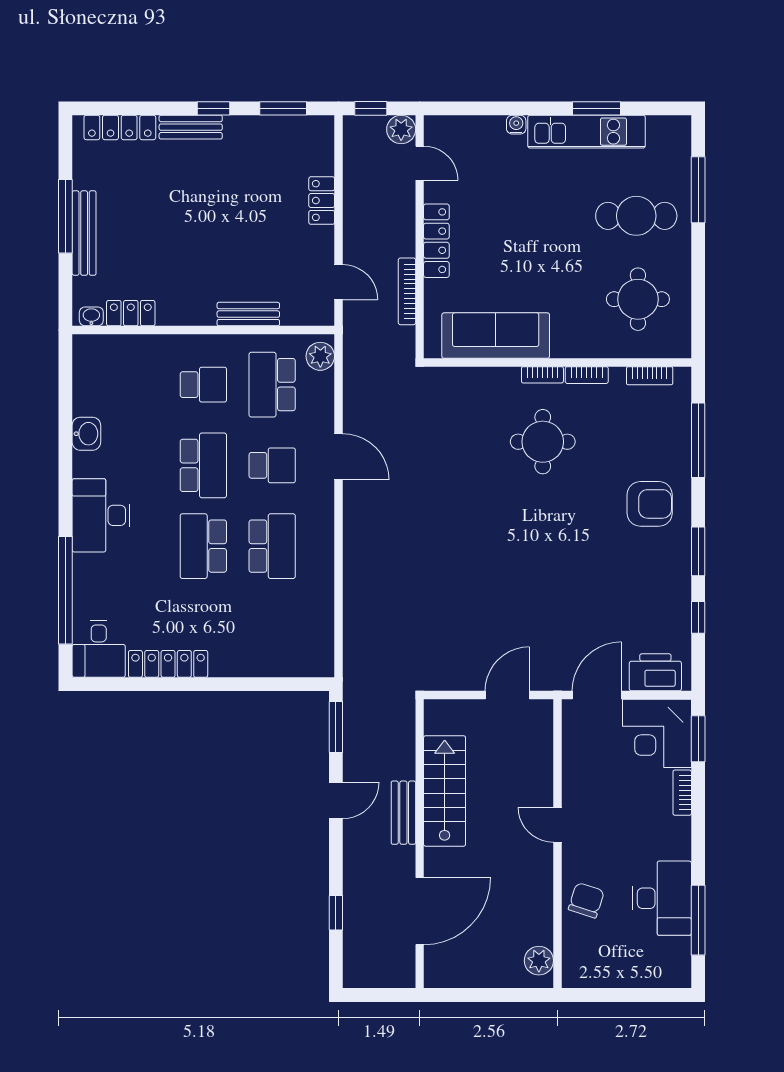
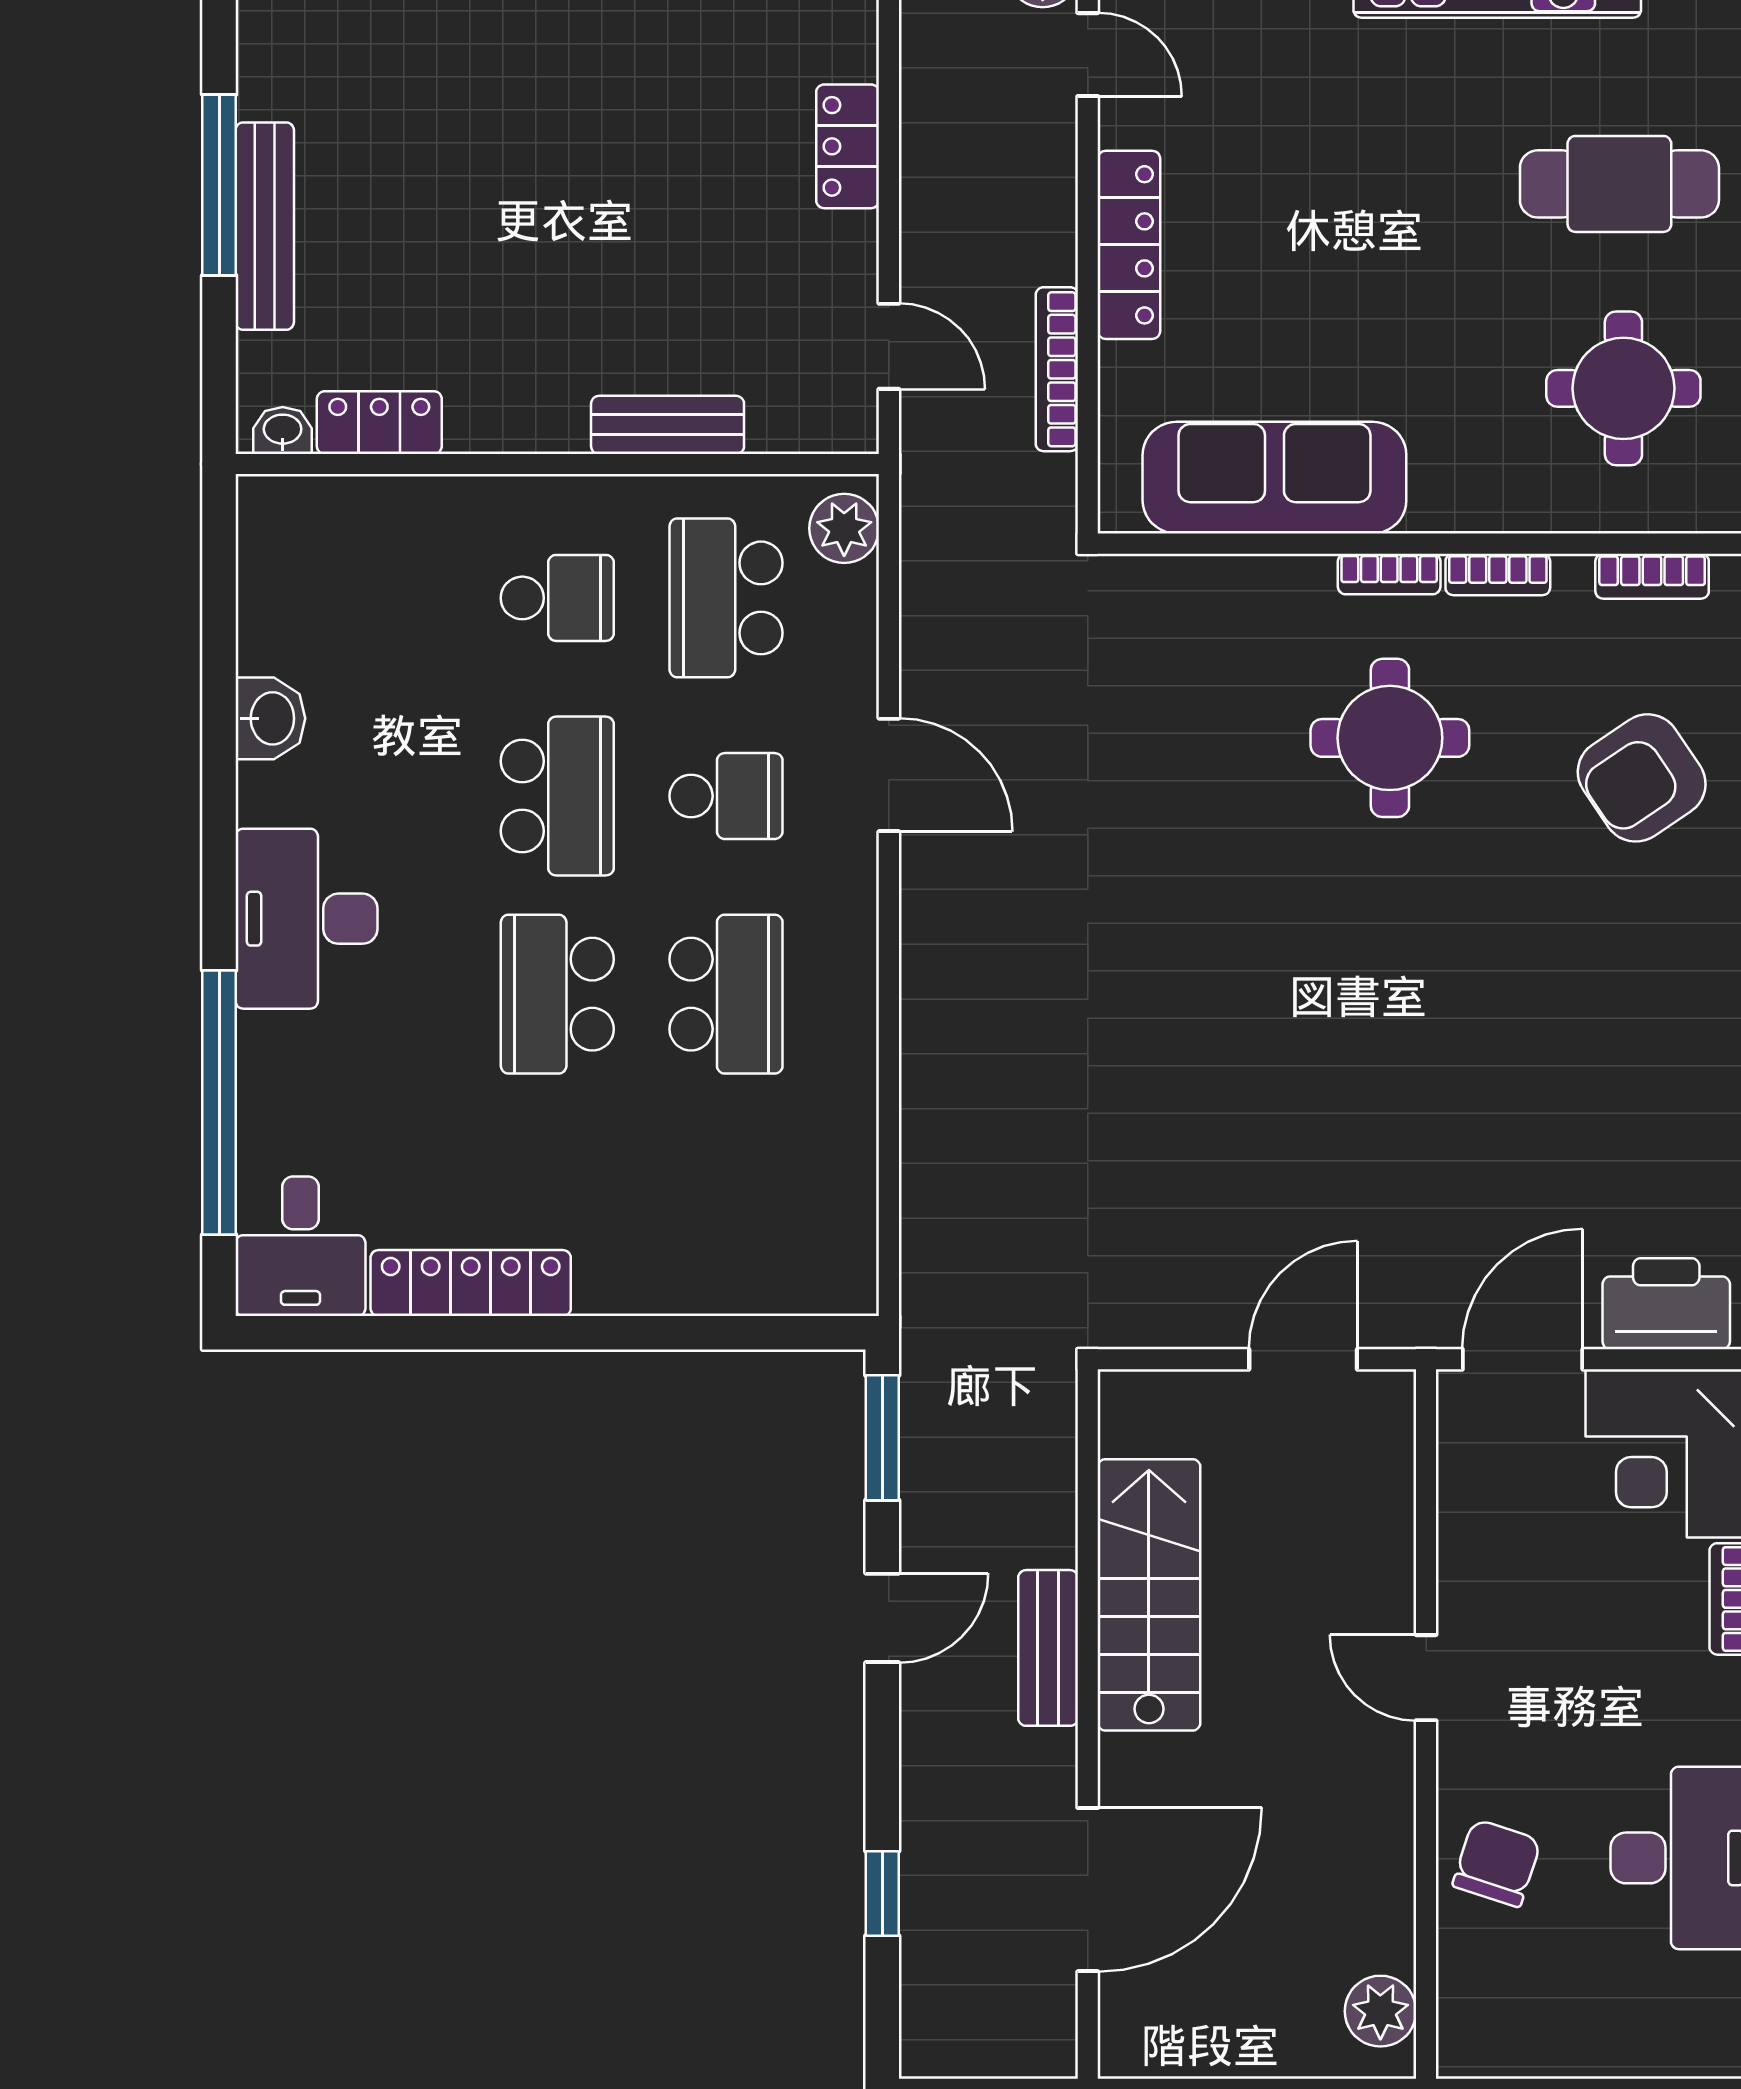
armchair: (650, 504) -> (1642, 778), moved, turned 146

